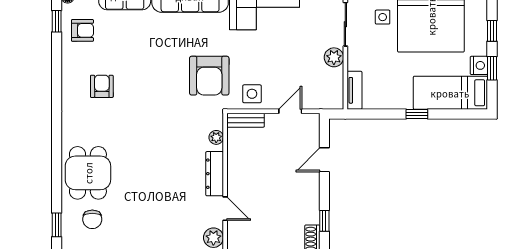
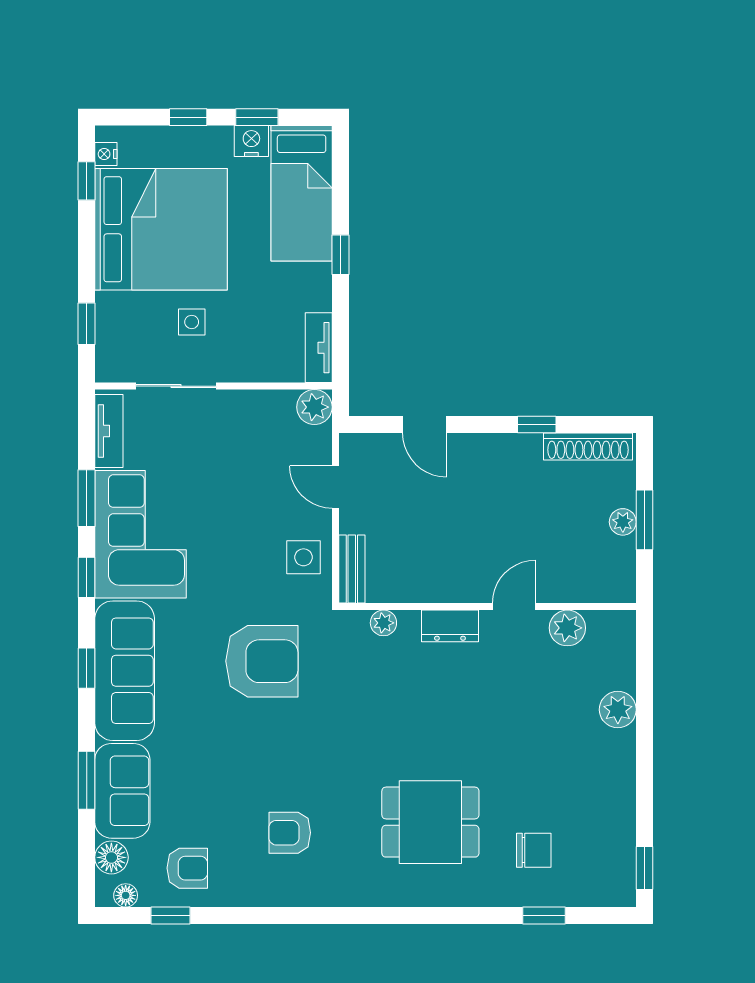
side table: (383, 17) -> (192, 322), moved
armchair: (82, 30) -> (187, 868), turned 90
plant: (334, 57) -> (314, 407), moved
armchair: (209, 76) -> (262, 661), moved
tv unit: (354, 90) -> (319, 348), moved, turned -90
dining table: (88, 173) -> (430, 822), moved
dresser: (215, 174) -> (450, 626), width x0.70

